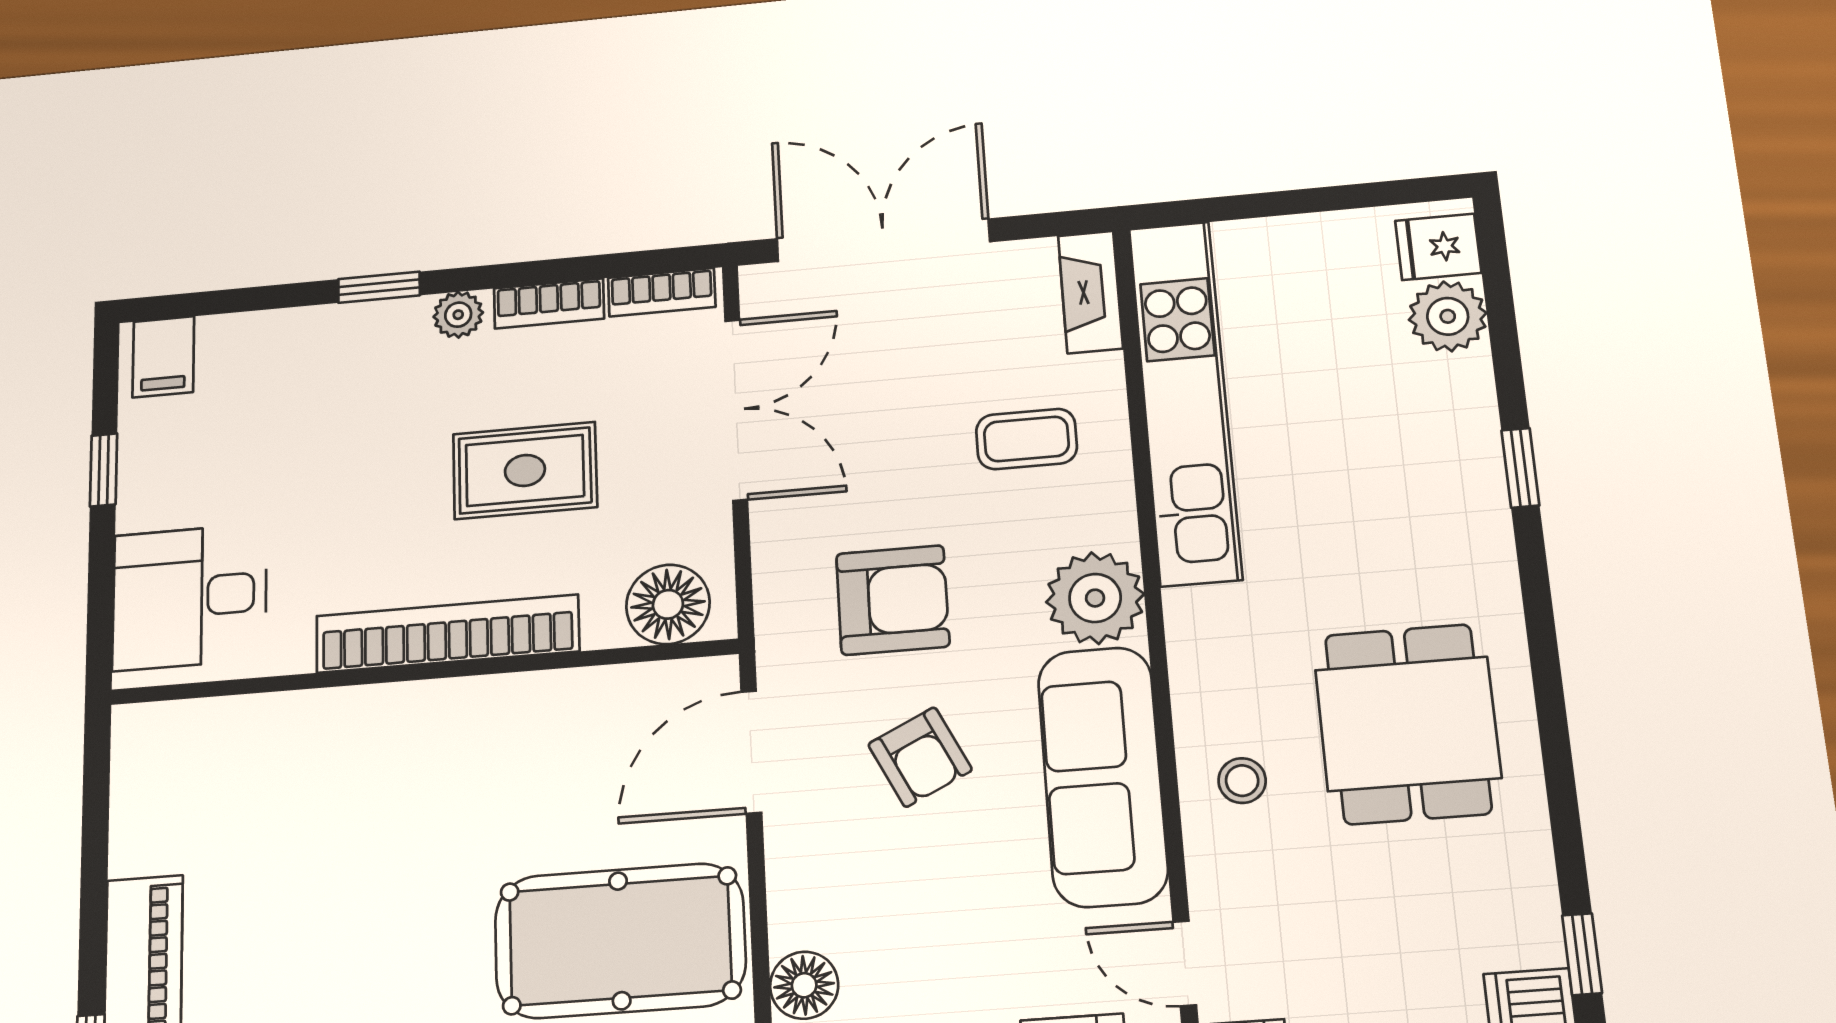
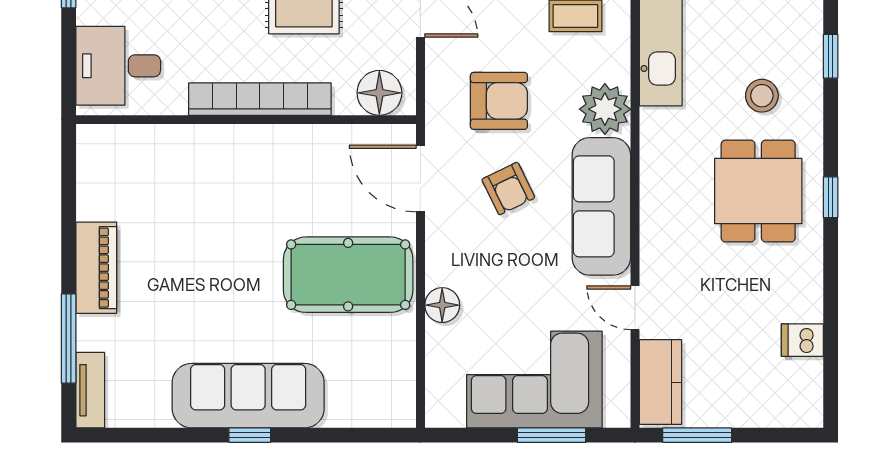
door: (751, 752) -> (420, 179), hinge flipped
stool: (1242, 781) -> (762, 96), moved, width x1.37, depth x1.37
window: (1582, 954) -> (831, 197), moved

